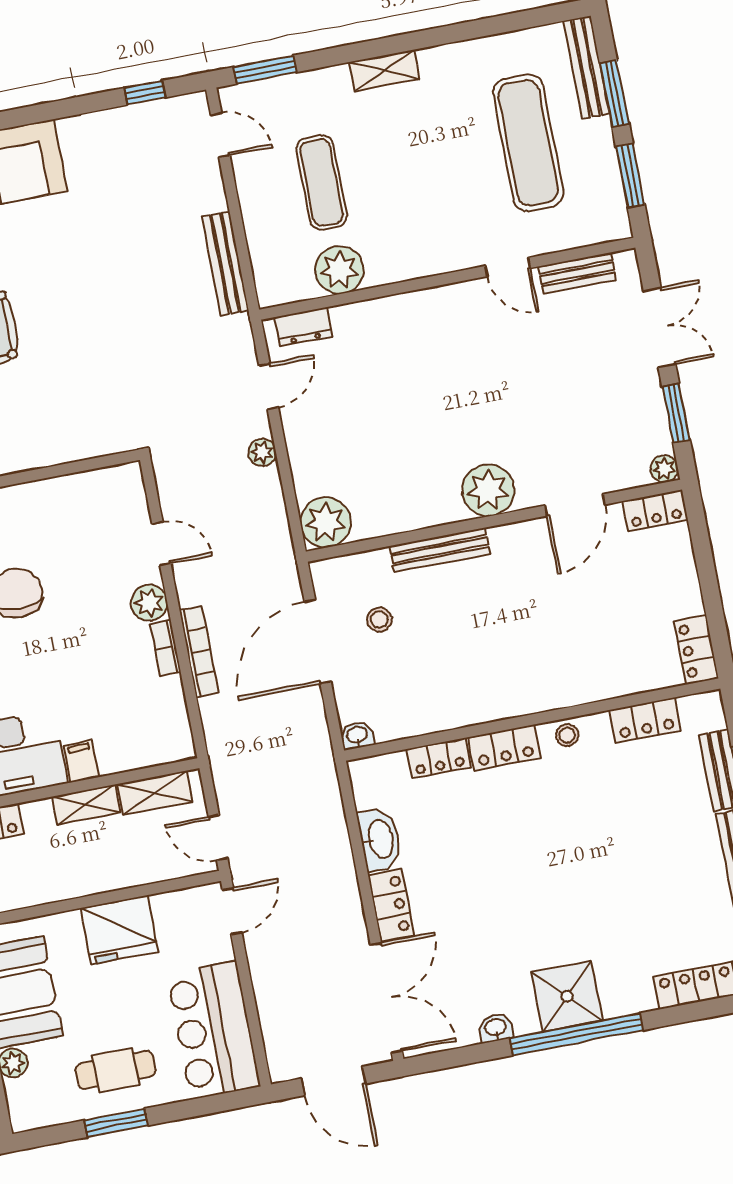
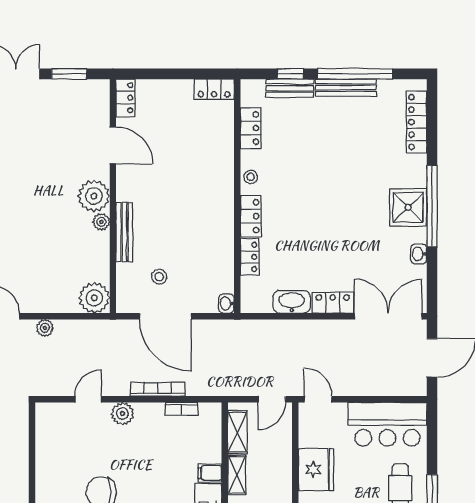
plant: (664, 469) -> (101, 222), moved
bookcase: (165, 648) -> (182, 409), moved

